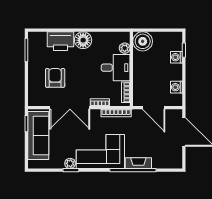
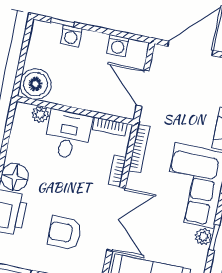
door: (154, 108) -> (143, 88), swing flipped

